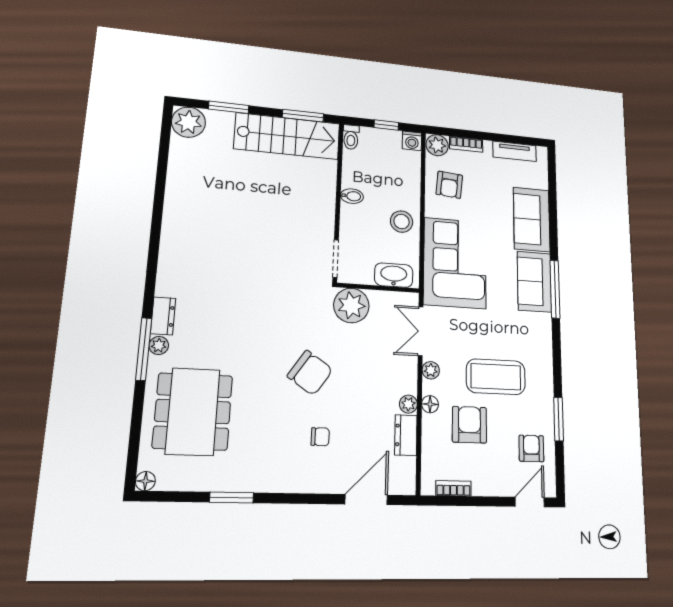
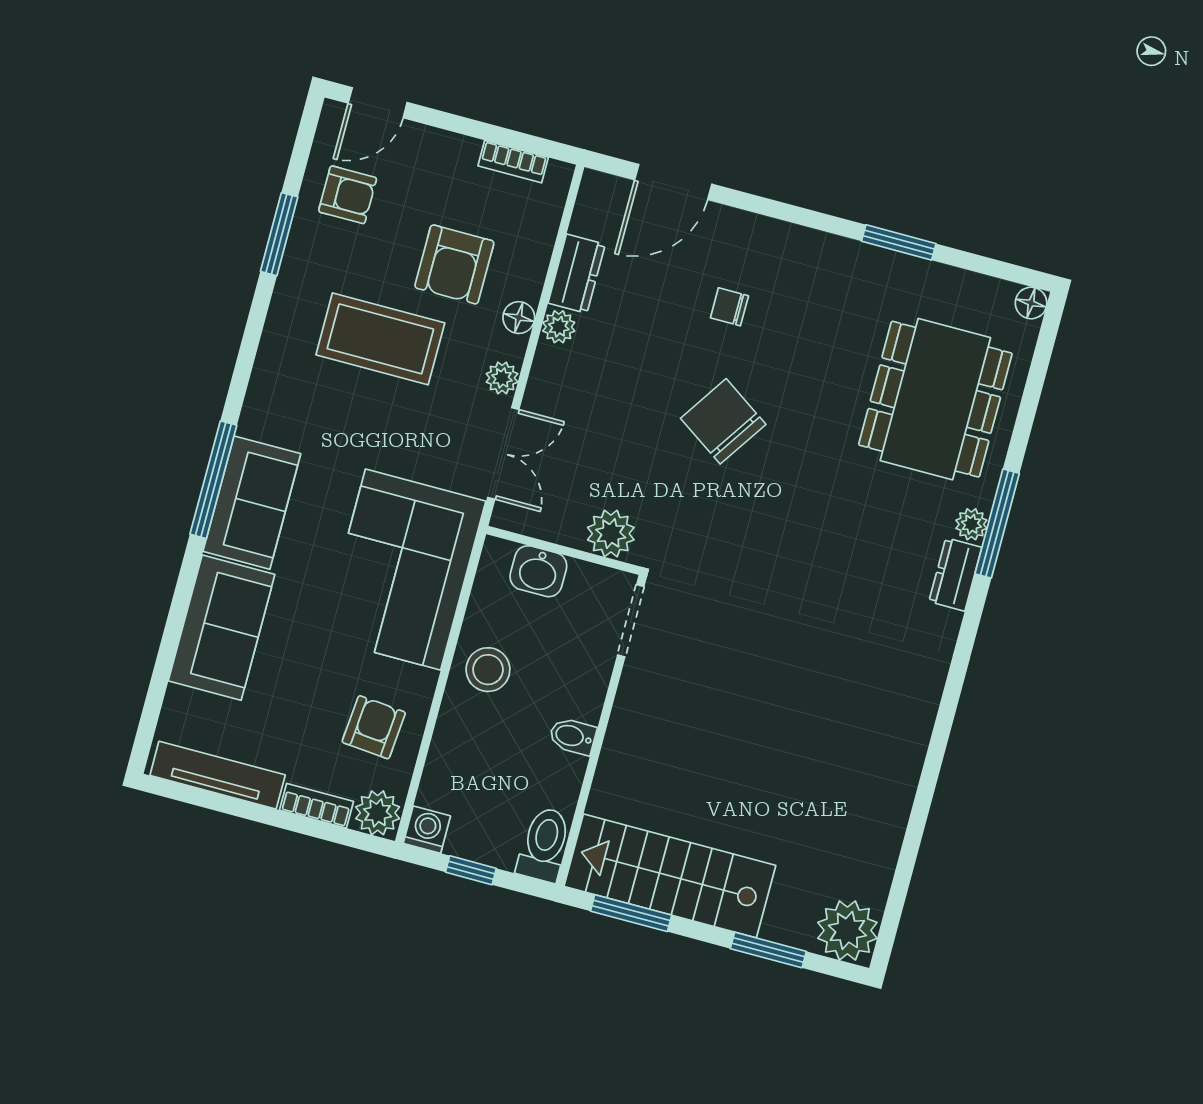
toilet: (351, 137) -> (544, 845), width x1.37, depth x1.39
tv unit: (515, 151) -> (218, 775), width x1.41
washbasin: (394, 275) -> (538, 571), width x0.72
plant: (351, 305) -> (611, 534), width x0.73, depth x0.73
armchair: (531, 448) -> (348, 195), turned -90

